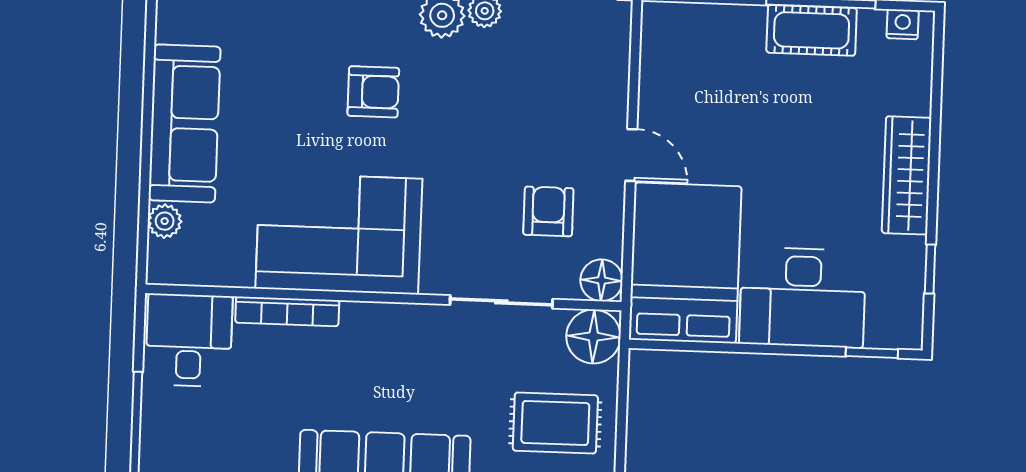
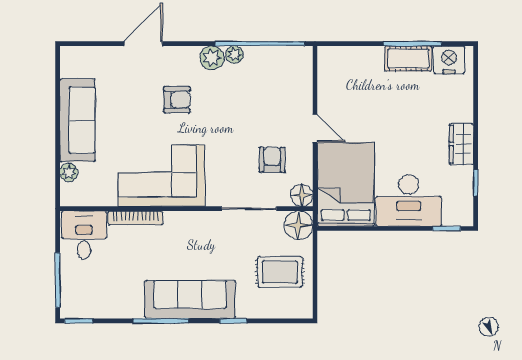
nightstand: (903, 24) -> (449, 60), width x1.89, depth x1.79
wardrobe: (907, 175) -> (461, 144), width x0.67

